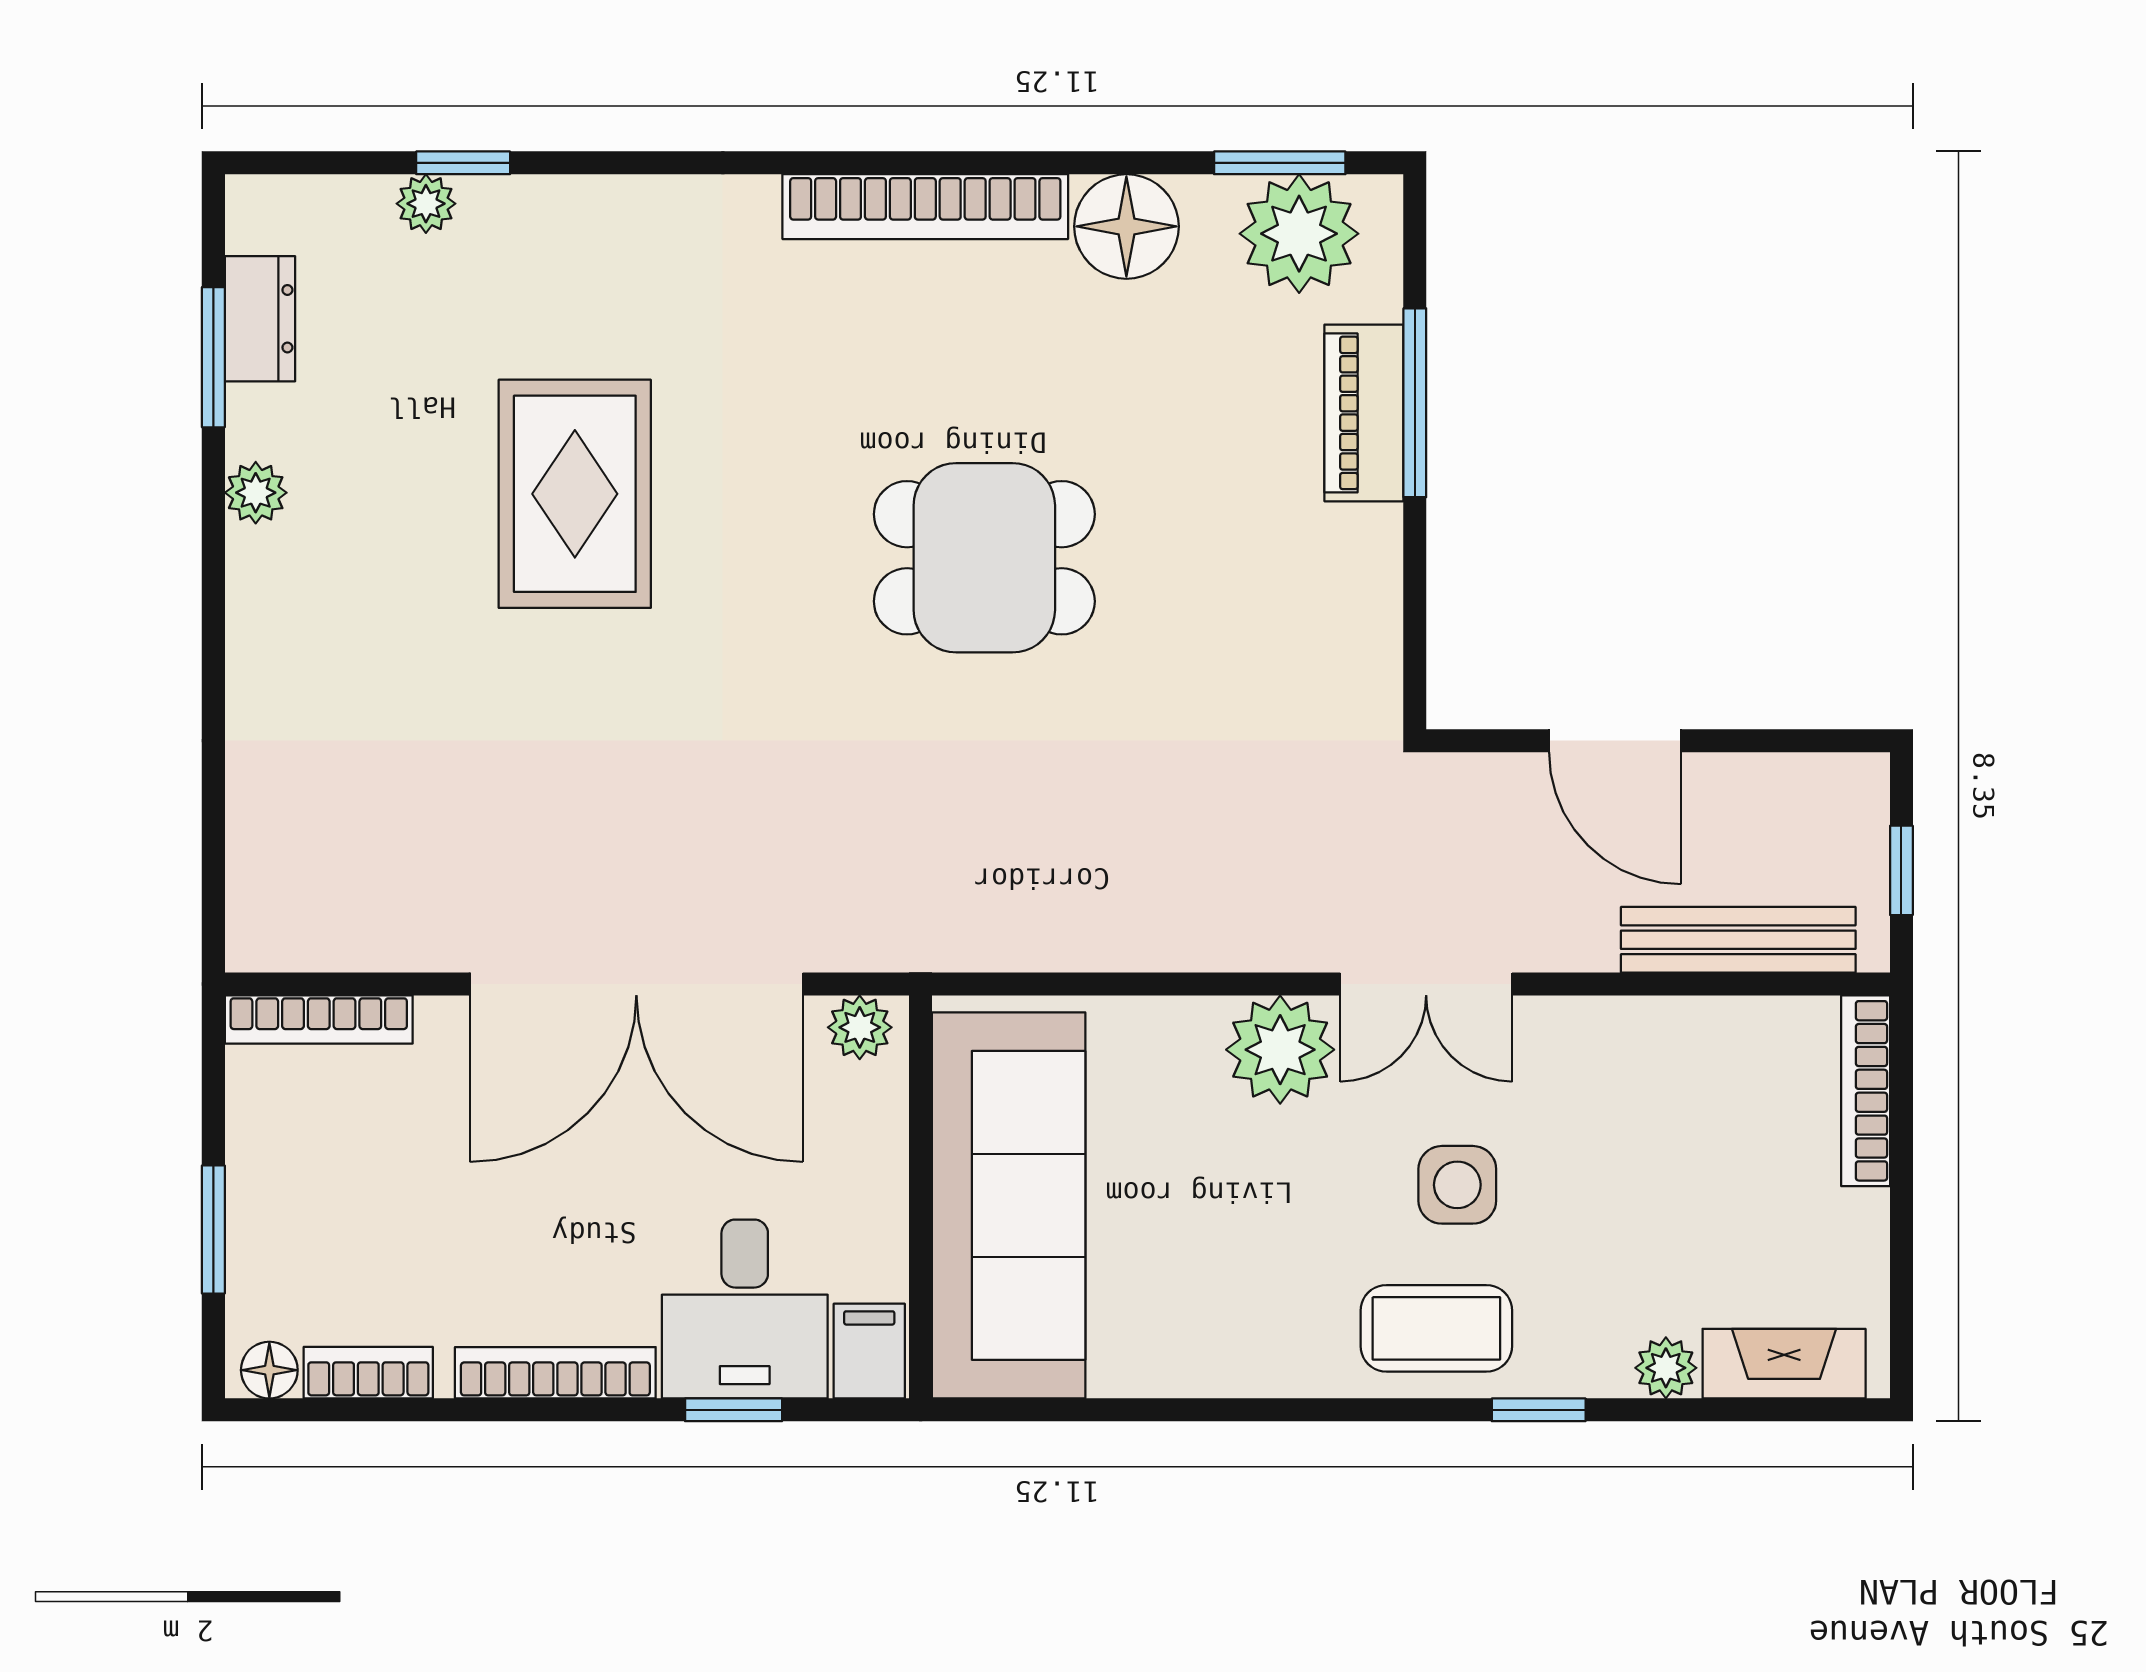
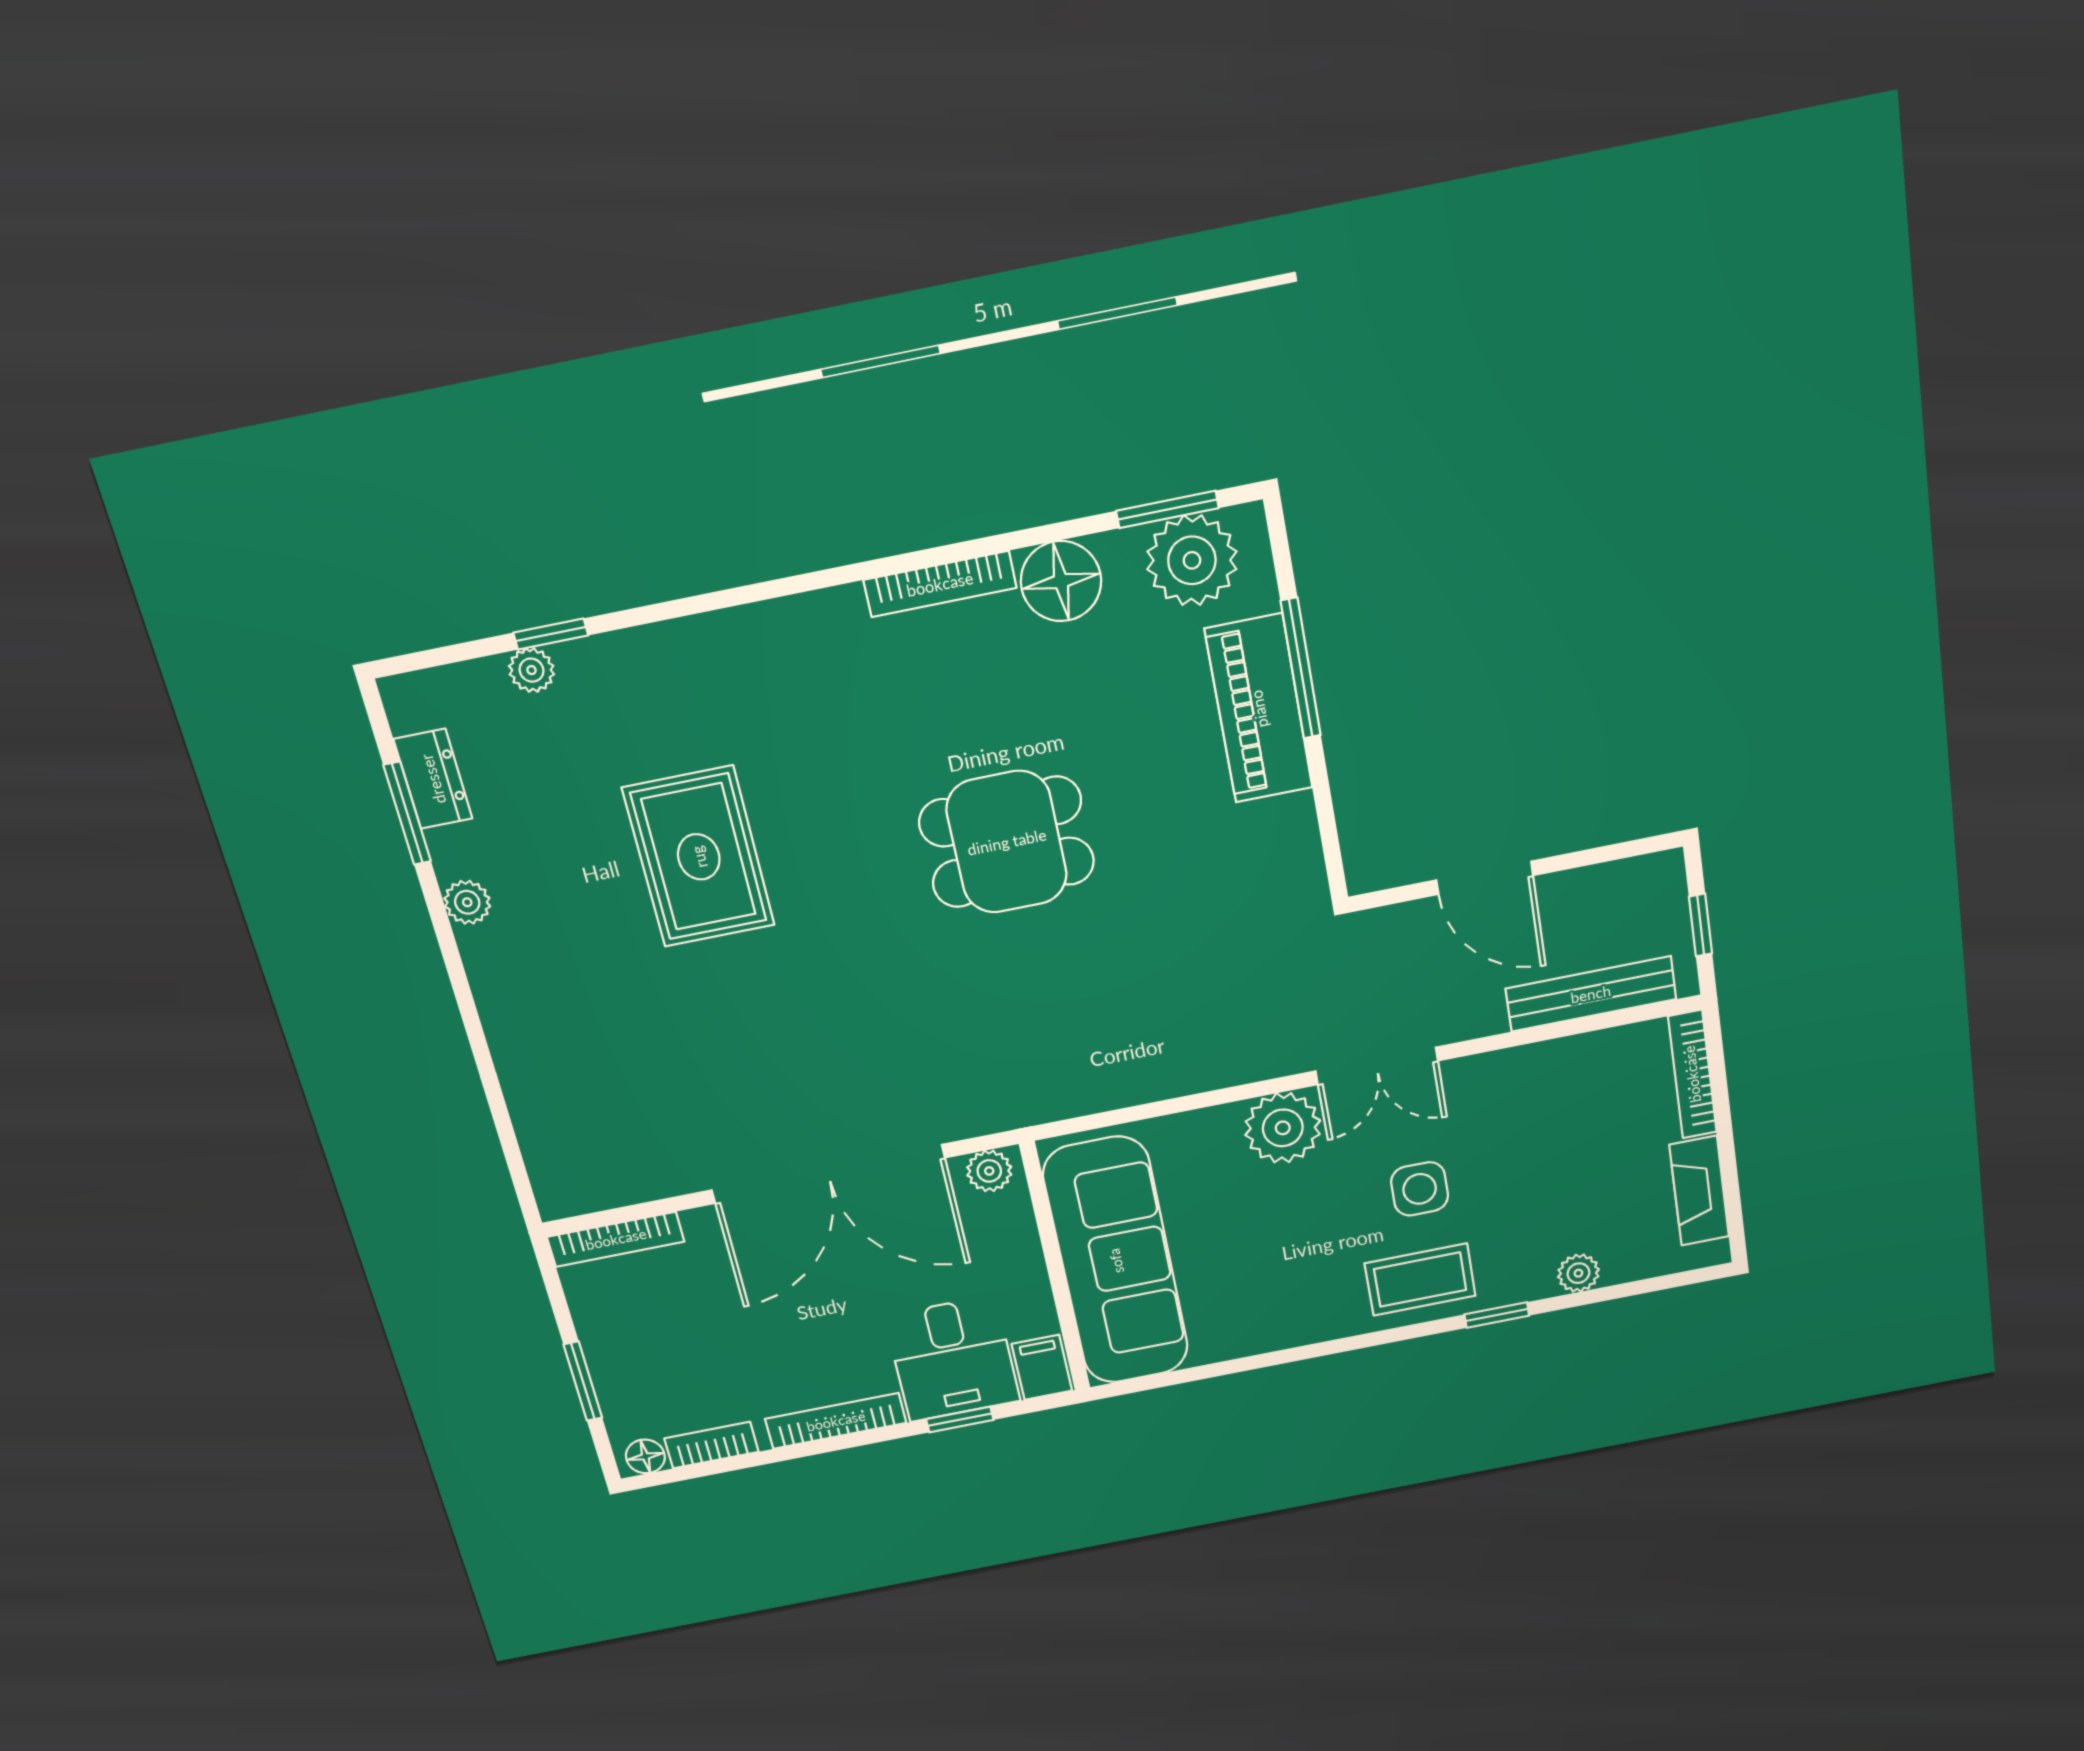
bookcase: (925, 207) -> (940, 584), width x0.68, depth x0.76
piano: (1364, 413) -> (1259, 709), width x1.37, depth x1.33
fireplace: (1784, 1364) -> (1699, 1191), moved, turned -90

